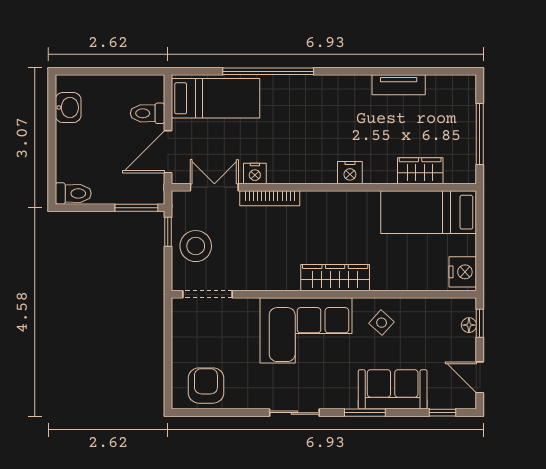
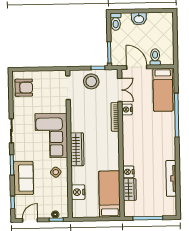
tv unit: (399, 85) -> (171, 178), width x1.41
washbasin: (68, 108) -> (139, 19), moved
nightstand: (350, 173) -> (128, 172), moved
nightstand: (463, 272) -> (78, 192), moved, turned 90

